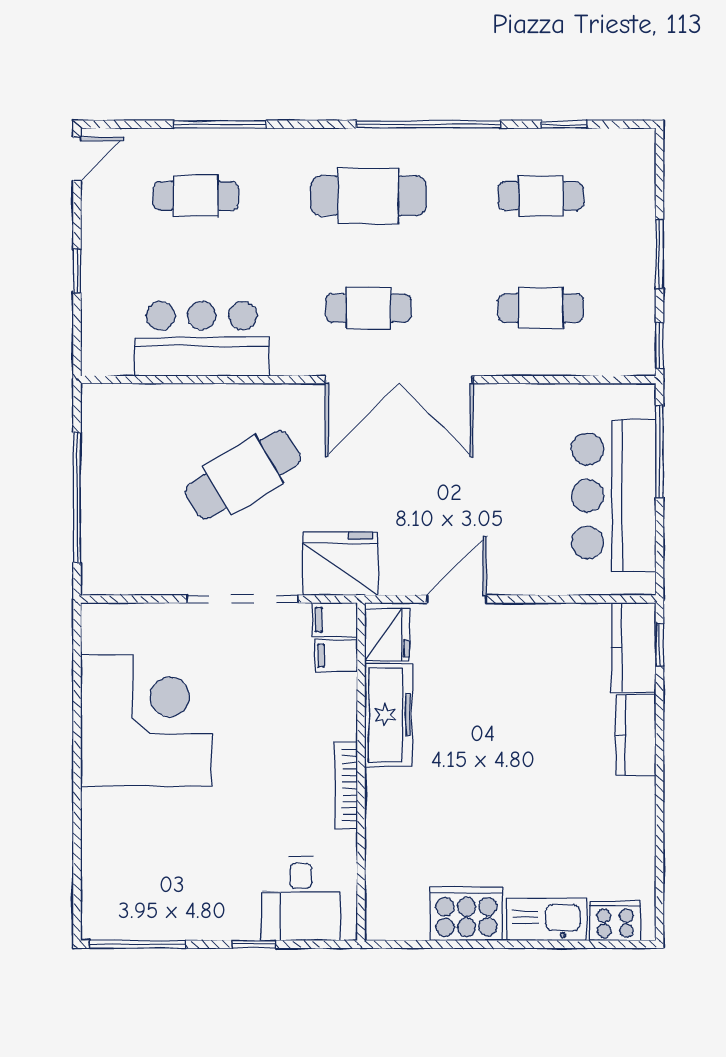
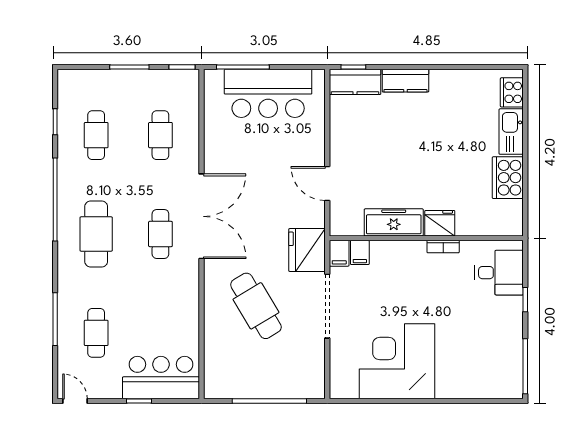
bar counter: (202, 339) -> (161, 378), moved, turned 90
fridge: (387, 635) -> (440, 223), moved
bookcase: (346, 785) -> (443, 247), width x0.64

